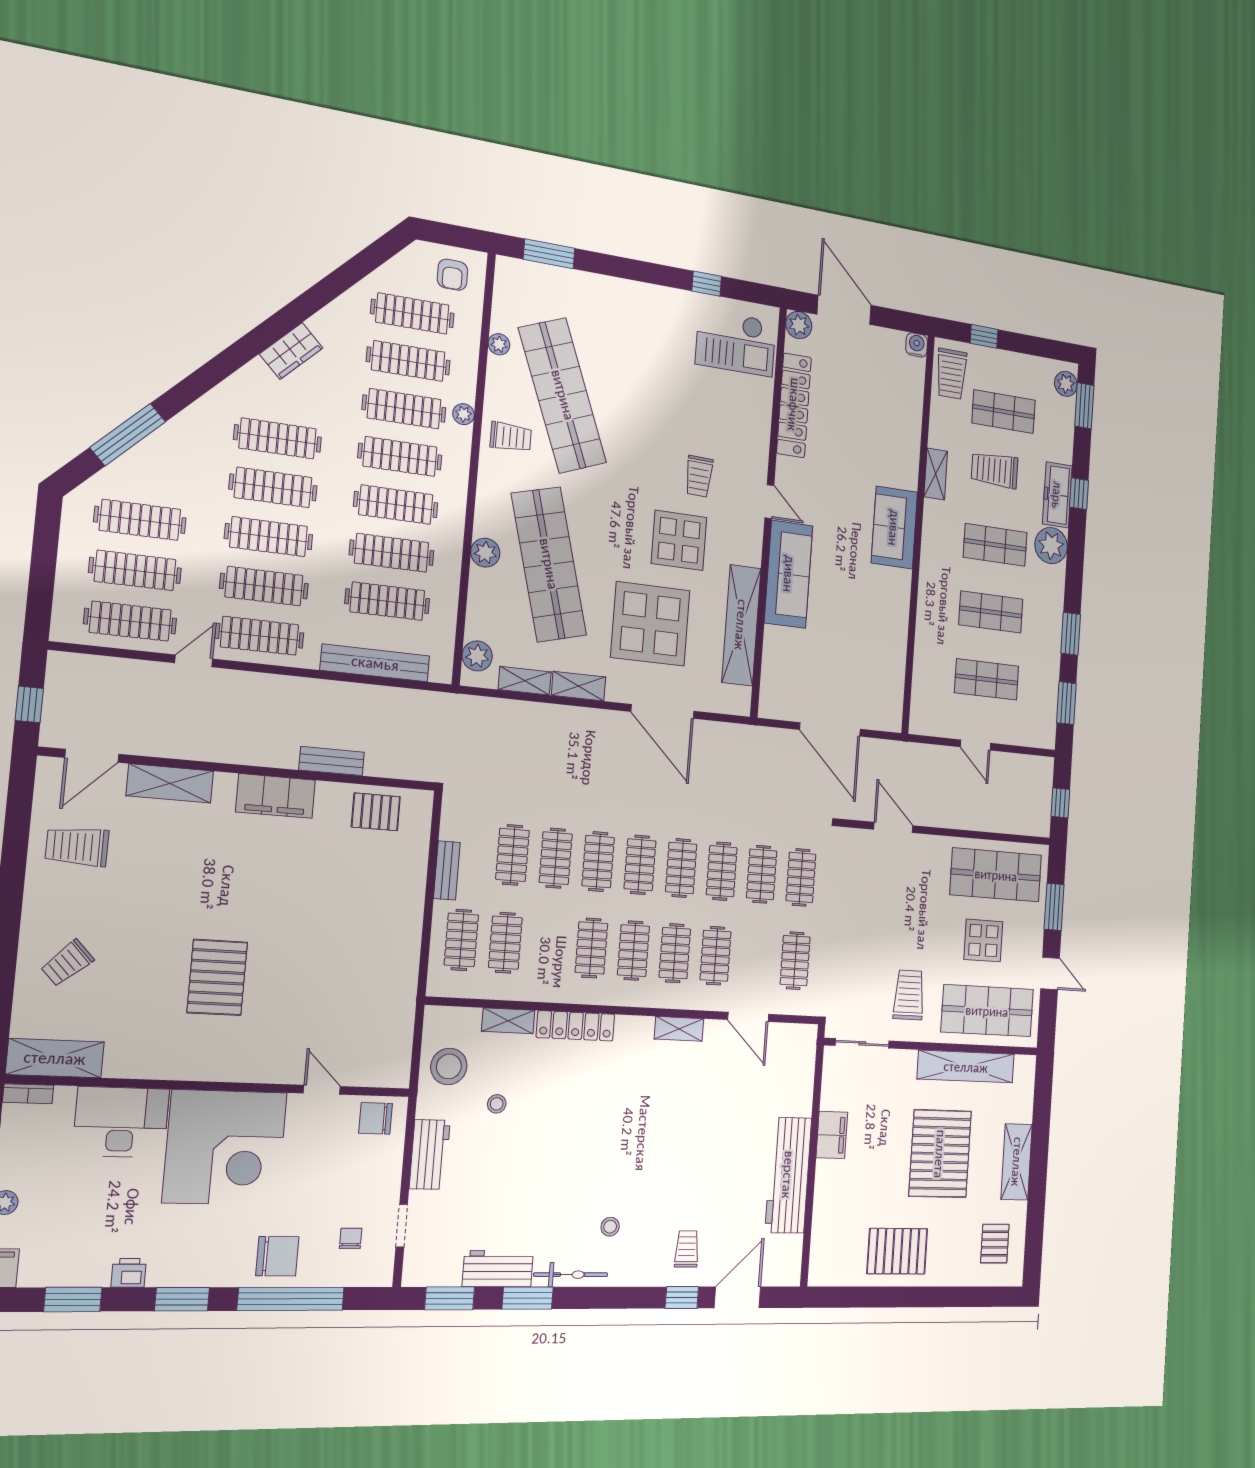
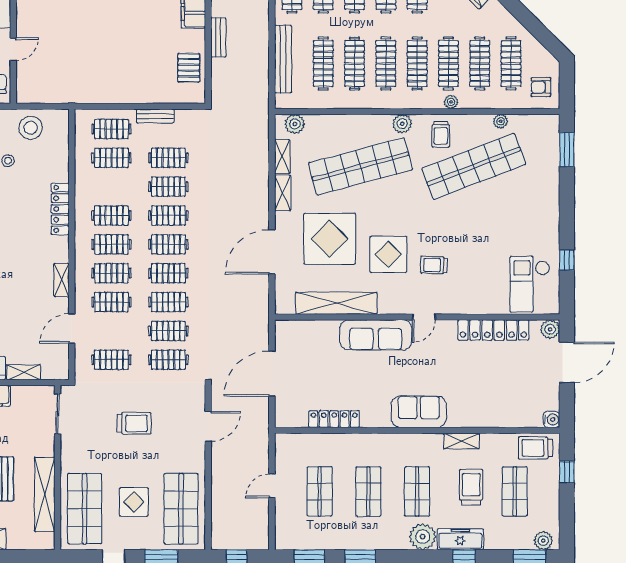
plant: (485, 553) -> (402, 124), moved
locker: (896, 648) -> (334, 419), added
trolley: (909, 995) -> (134, 423), moved
shelving: (508, 1021) -> (24, 372), moved, turned 90

